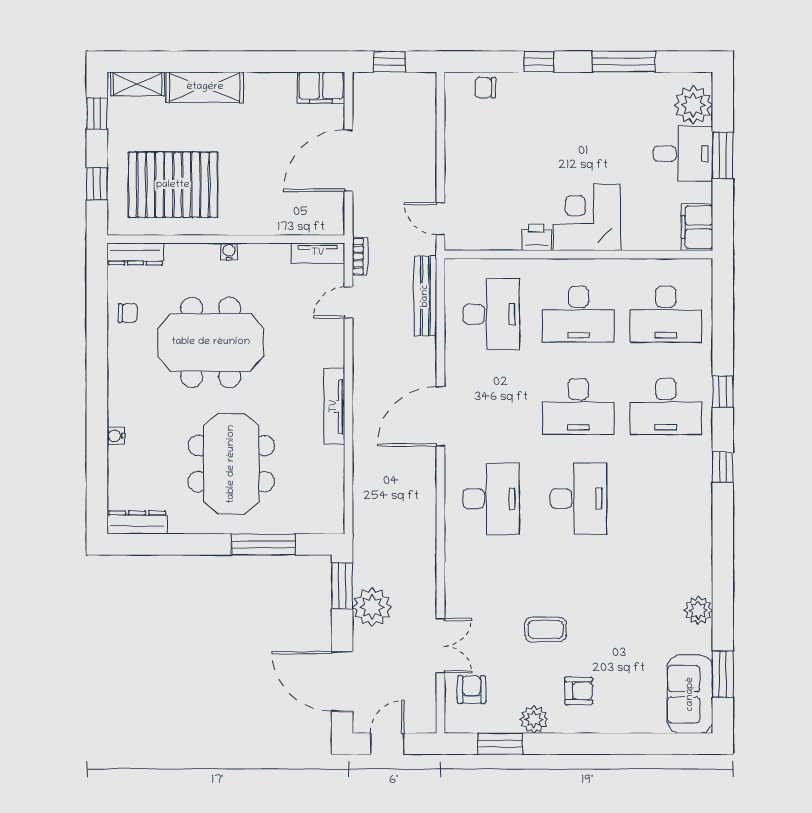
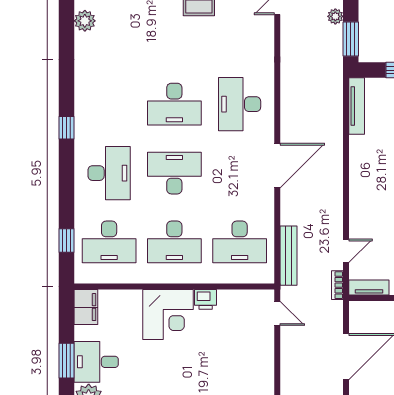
desk: (491, 314) -> (240, 242), turned -90
desk: (578, 314) -> (174, 242), turned 180
desk: (666, 314) -> (109, 242), turned 180
window: (723, 392) -> (67, 240), moved
tv unit: (334, 406) -> (357, 106), moved
desk: (666, 406) -> (109, 173), turned 90
desk: (578, 499) -> (174, 104), turned -90
plant: (372, 607) -> (335, 16), width x0.53, depth x0.53

